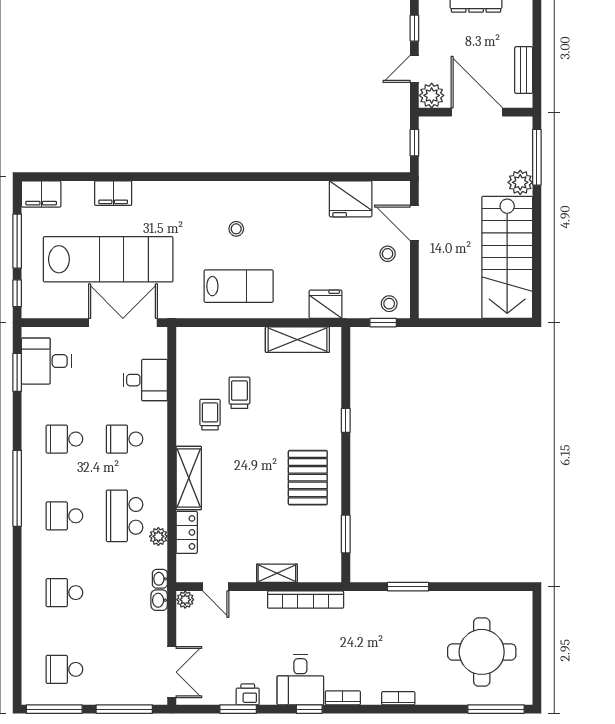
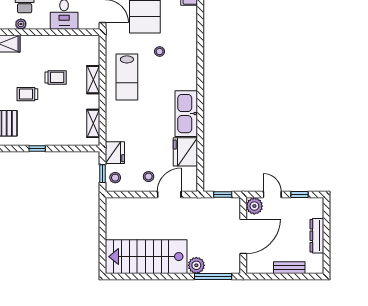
bench: (524, 70) -> (289, 268), moved
kitchen sink: (293, 197) -> (186, 114), added
stool: (236, 229) -> (160, 51), moved
fridge: (326, 304) -> (115, 153), moved
shelving: (243, 336) -> (93, 80), added
shelving: (297, 340) -> (93, 123), width x0.67, depth x0.75
trolley: (210, 415) -> (27, 94), moved, turned 180
plant: (159, 445) -> (21, 24), added

